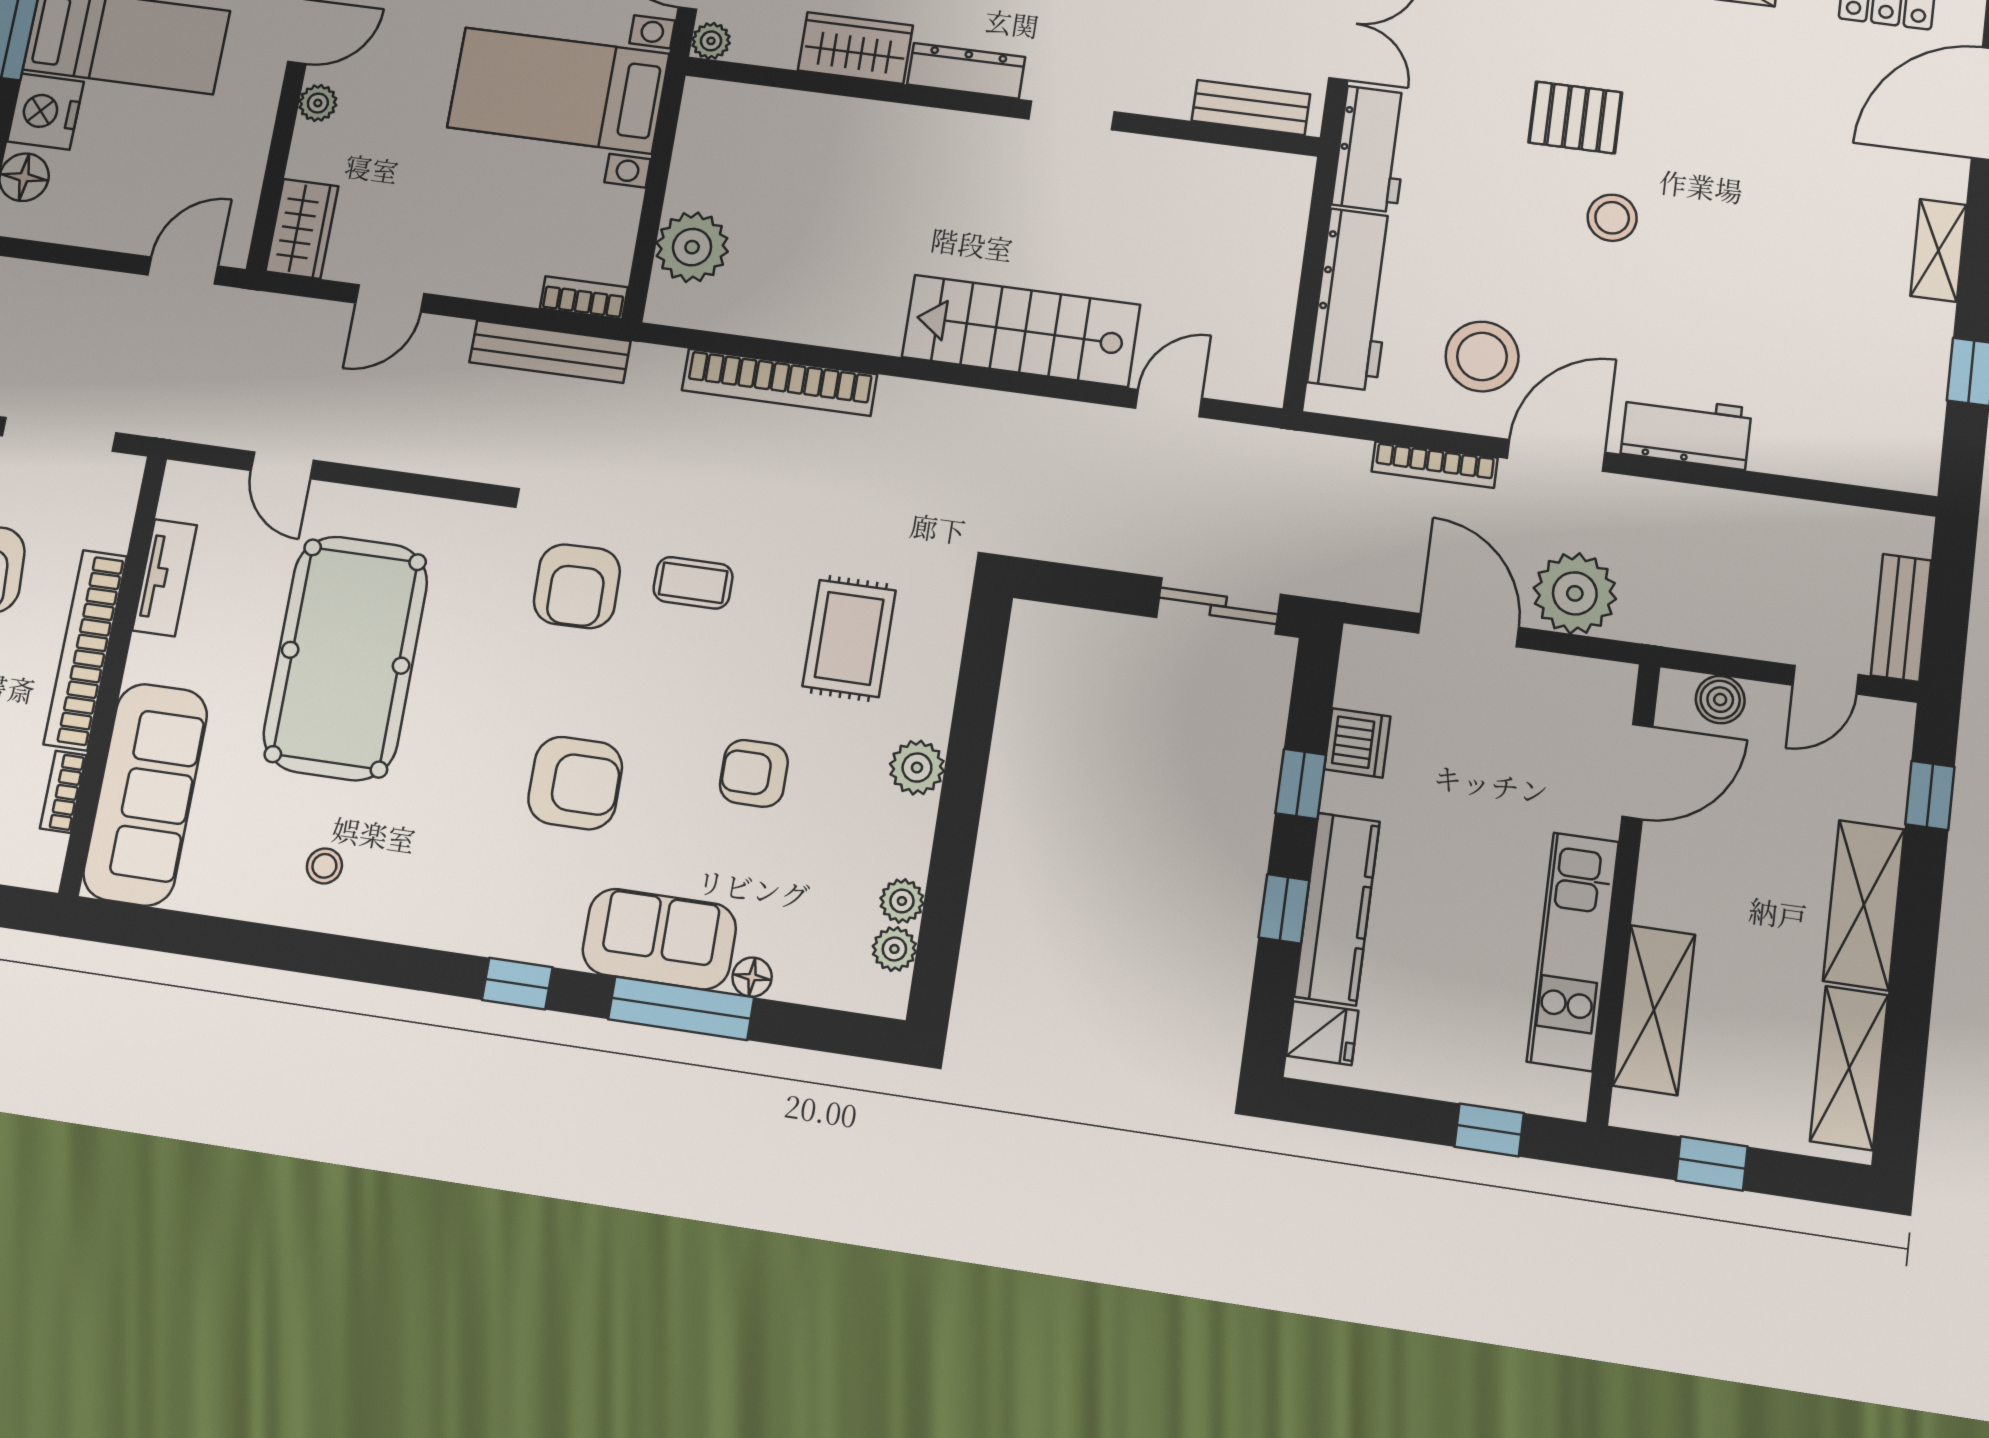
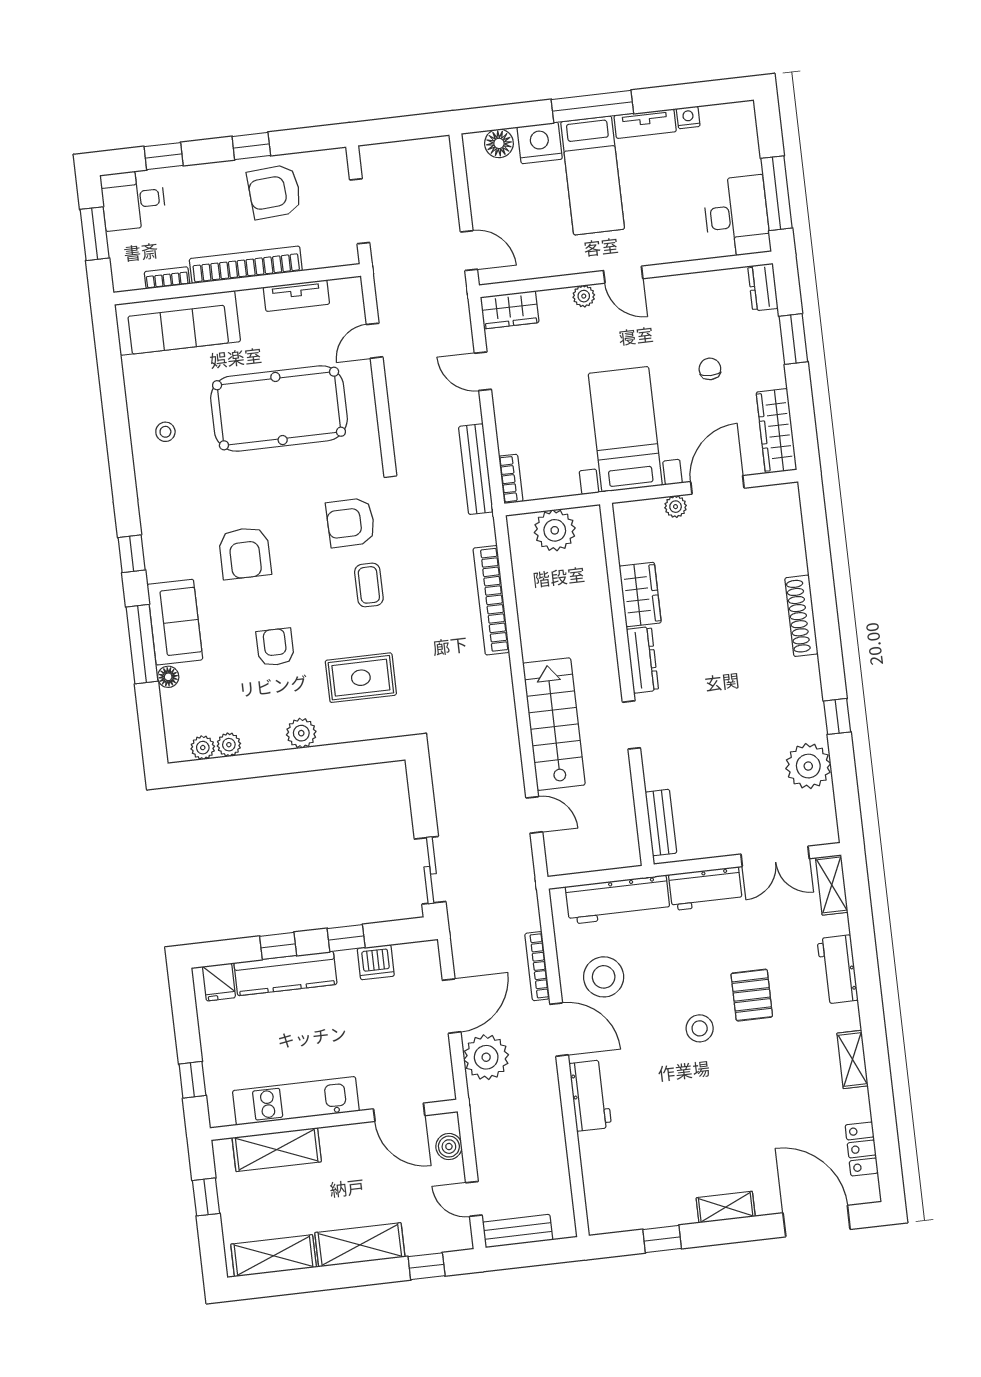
wardrobe: (855, 48) -> (640, 594), moved
dresser: (966, 71) -> (642, 660), moved
wall: (1001, 106) -> (627, 684), moved
bench: (1251, 108) -> (661, 823), moved
doorway: (1071, 115) -> (631, 725), moved

